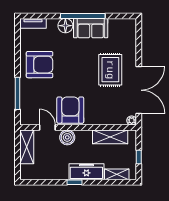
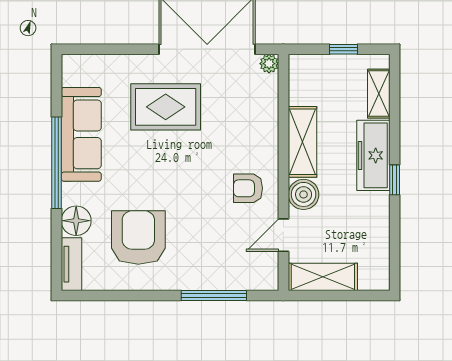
floor lamp: (65, 26) -> (76, 221), moved
sofa: (91, 28) -> (81, 134), width x1.36
armchair: (40, 65) -> (138, 238), moved
armchair: (70, 110) -> (248, 188), width x0.53, depth x0.53
shelving: (110, 137) -> (302, 142), moved

